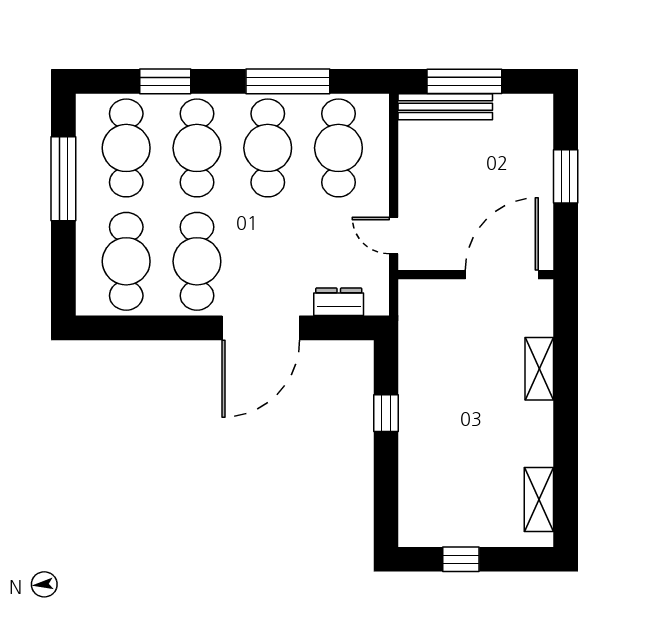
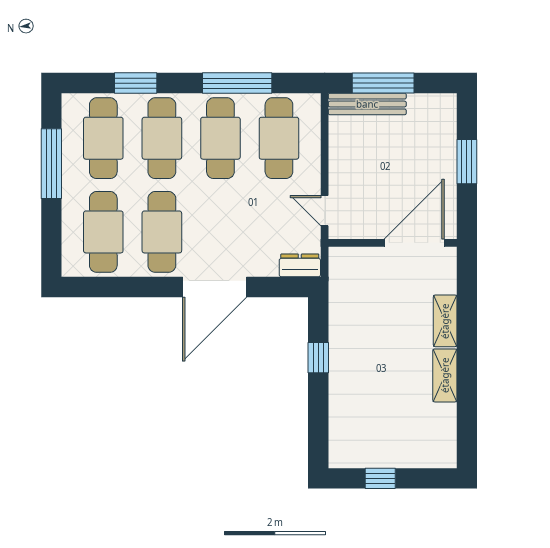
dresser: (339, 302) -> (300, 265), moved
shelving: (539, 499) -> (445, 375), moved

